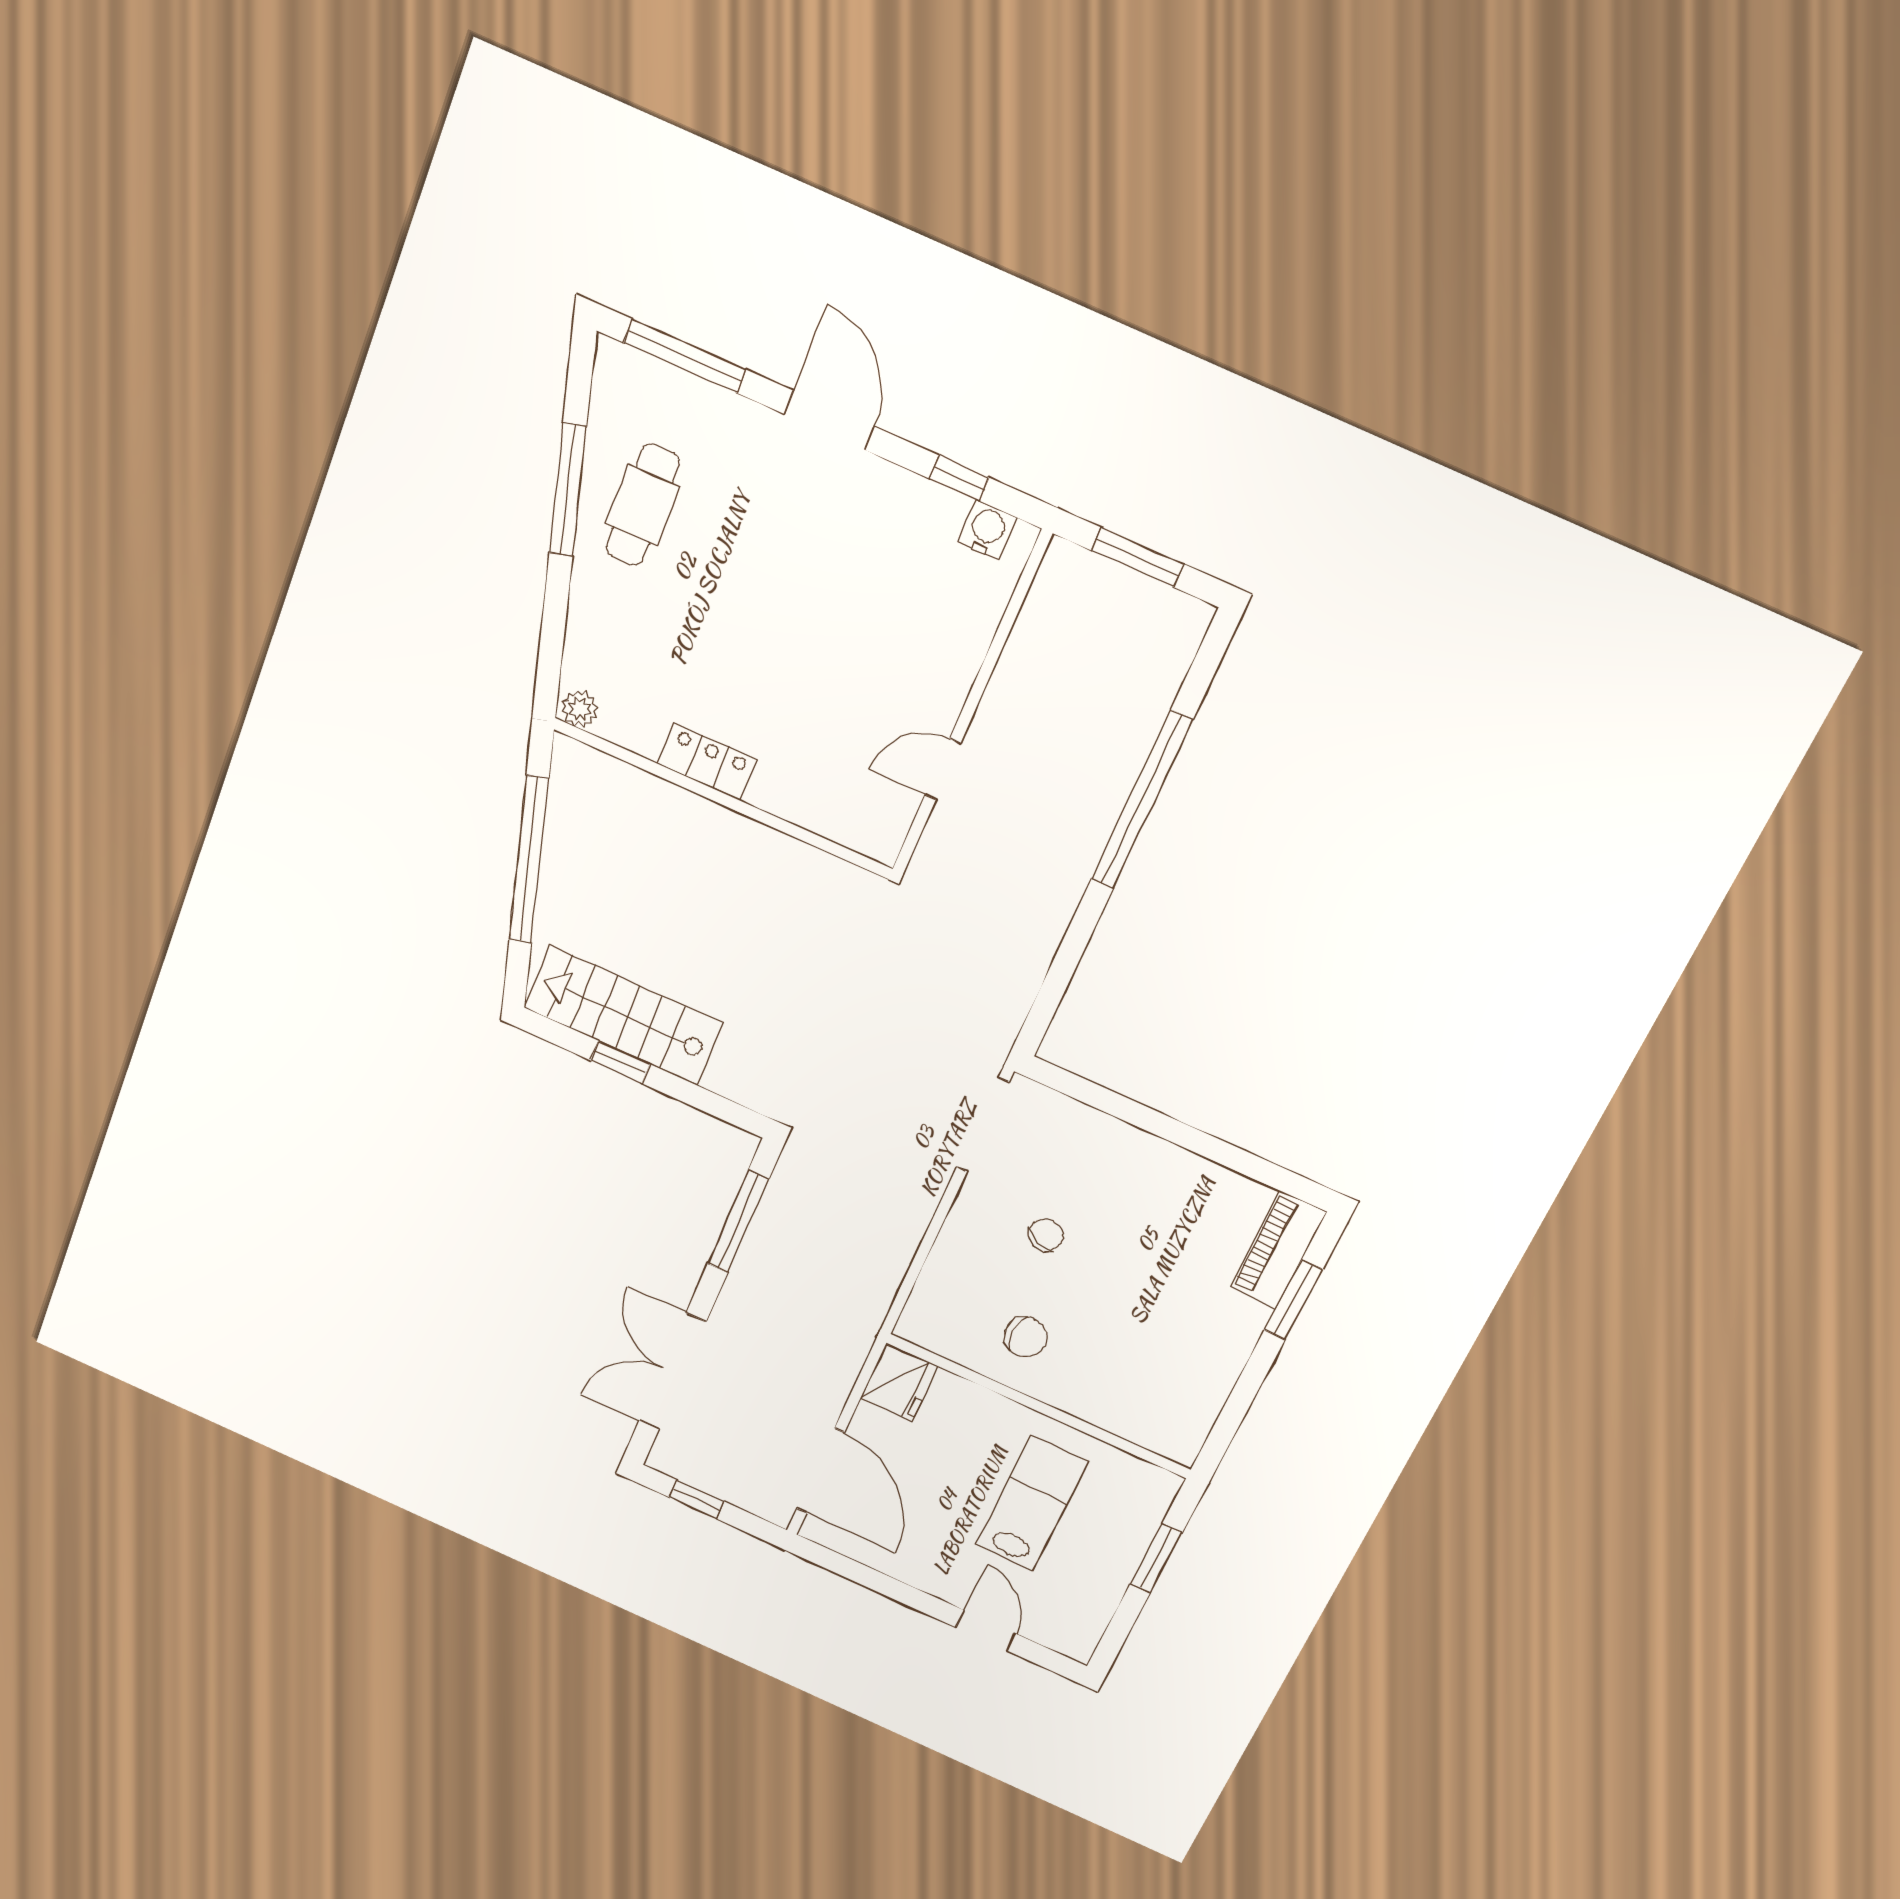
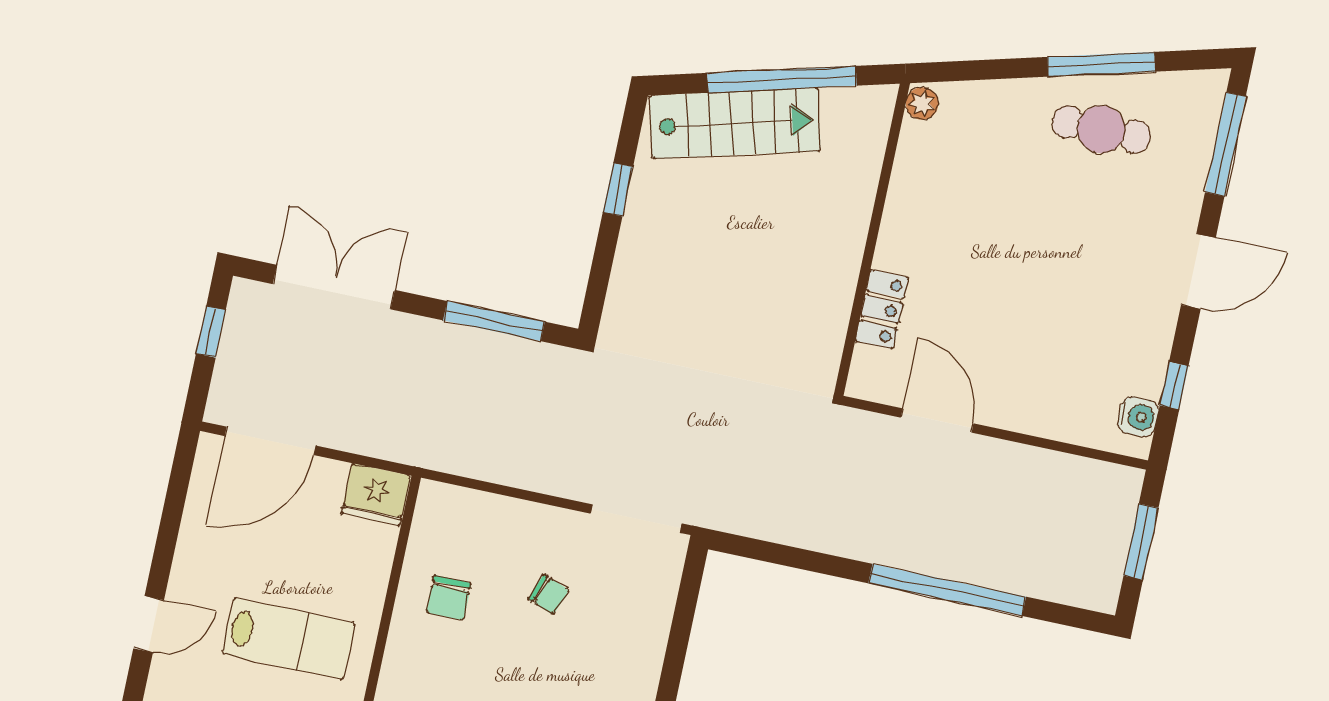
locker: (707, 762) -> (882, 309), moved
door: (943, 769) -> (937, 421), width x1.38
stairs: (624, 1015) -> (735, 123), moved, turned 75

